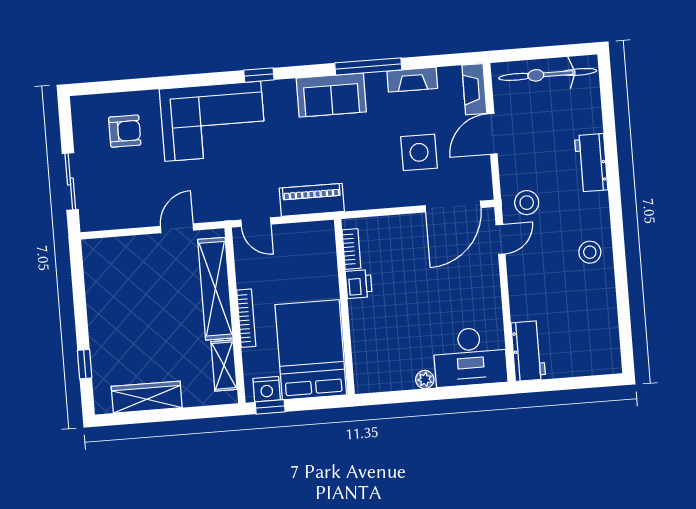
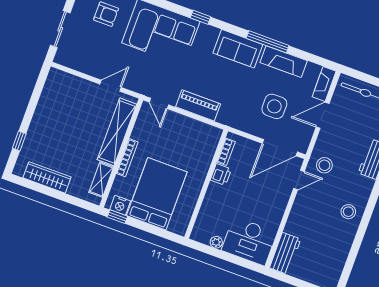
fireplace: (412, 80) -> (284, 62), width x1.37, depth x1.32
bookcase: (351, 249) -> (226, 152), moved
printer: (359, 284) -> (221, 174), moved
wall: (344, 307) -> (206, 184), moved

